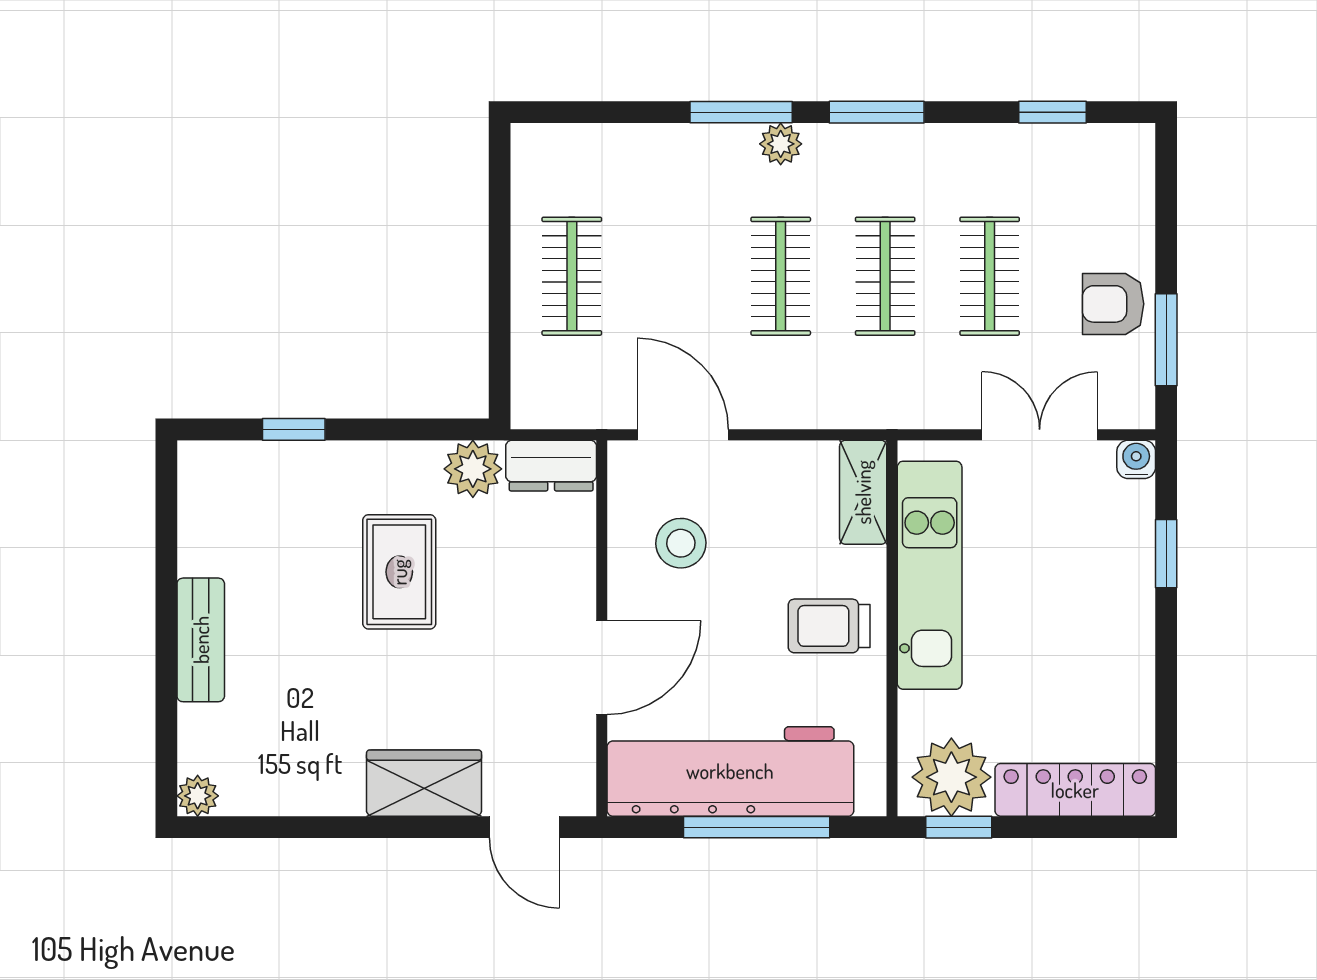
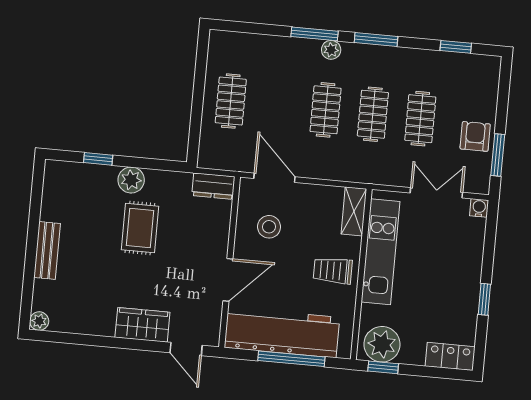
armchair: (1113, 304) -> (475, 136), turned 90
plant: (473, 469) -> (131, 180), moved
window: (1166, 554) -> (484, 299), moved
locker: (1075, 790) -> (450, 356), width x0.66

